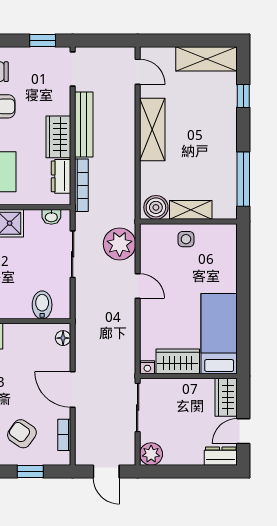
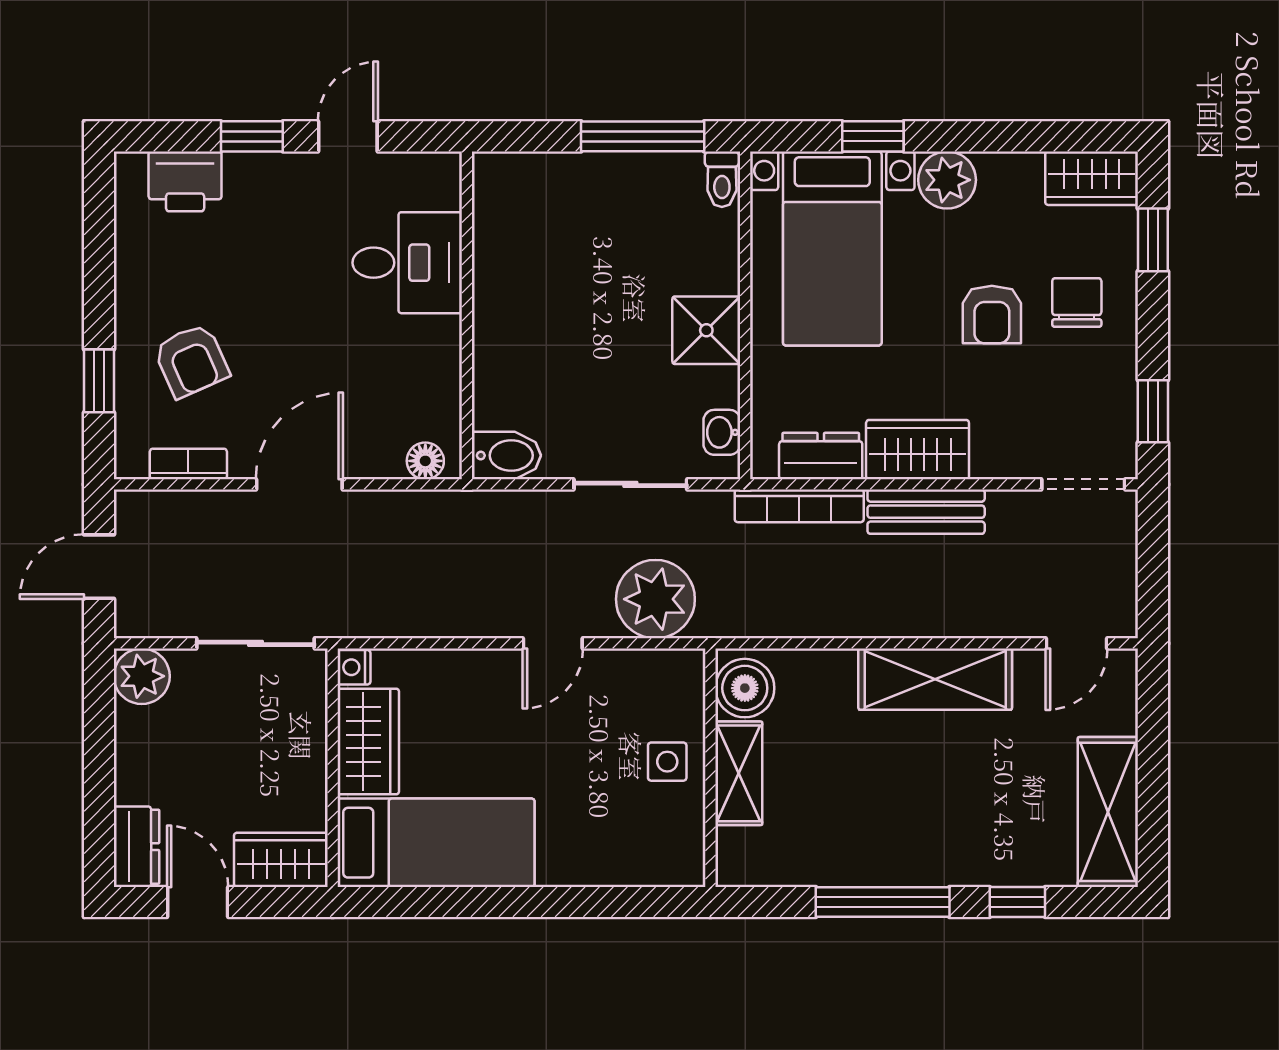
bench: (84, 125) -> (926, 512), width x0.73
window: (243, 179) -> (883, 902), moved
bidet: (42, 305) -> (506, 455), moved
armchair: (22, 434) -> (191, 361), turned 121

